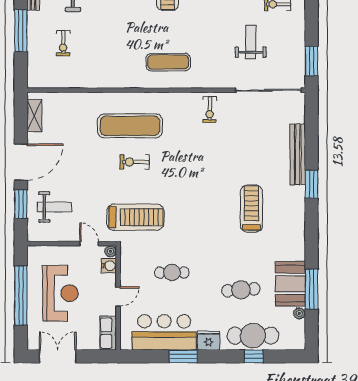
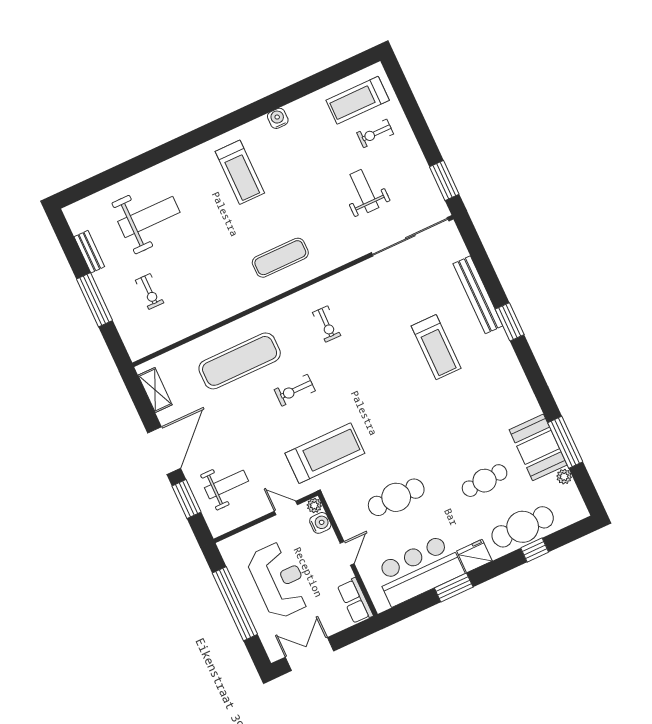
exercise bike: (210, 110) -> (327, 324), moved
exercise mat: (130, 126) -> (240, 361), moved
treadmill: (251, 209) -> (436, 347), moved, turned 180
cafe table: (172, 272) -> (396, 497), width x1.37, depth x1.35

